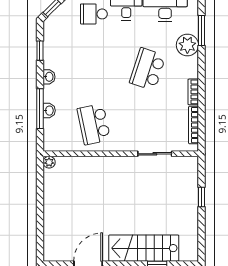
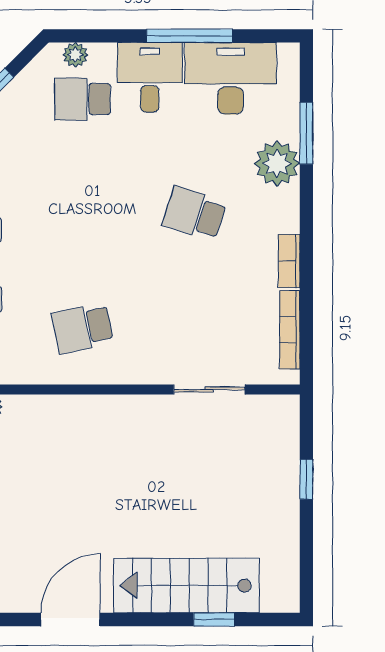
school desk: (148, 69) -> (194, 214), width x0.54
school desk: (94, 124) -> (83, 328), width x0.54

